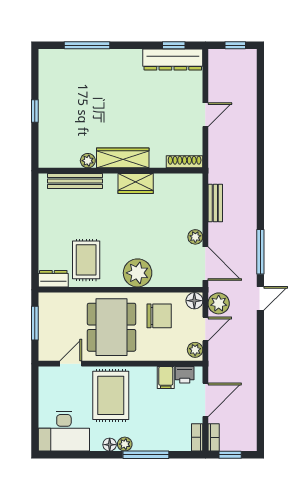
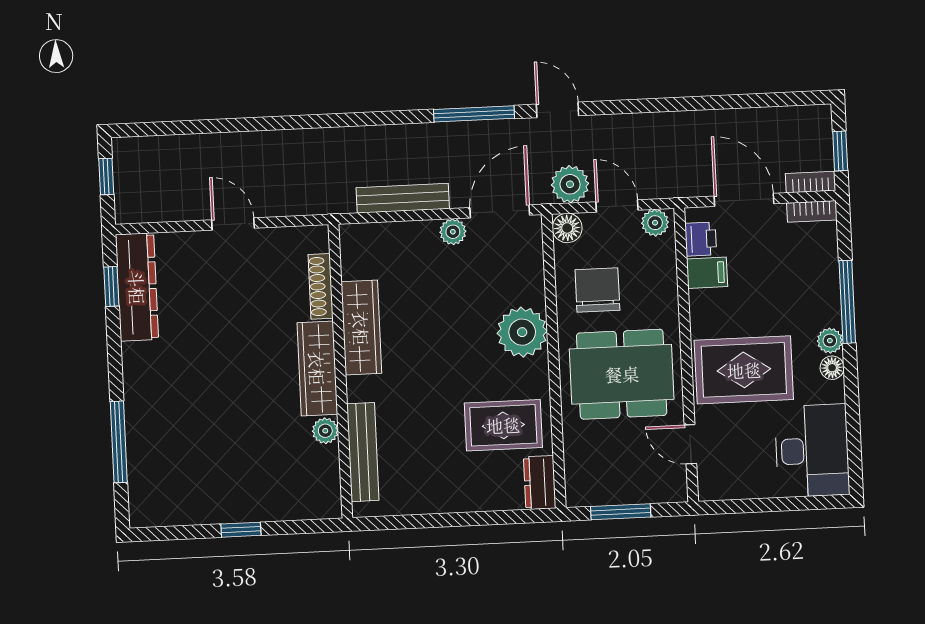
shoe rack: (185, 162) -> (321, 286), moved
wardrobe: (136, 183) -> (361, 328), width x1.50
bench: (215, 203) -> (403, 198), width x1.36

